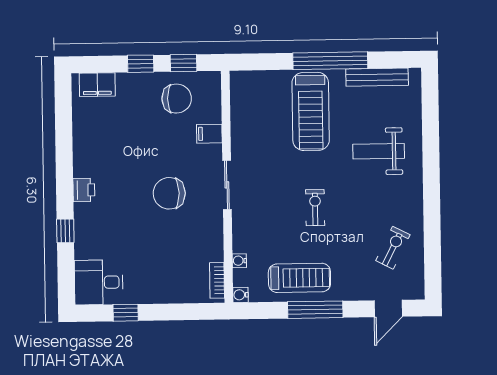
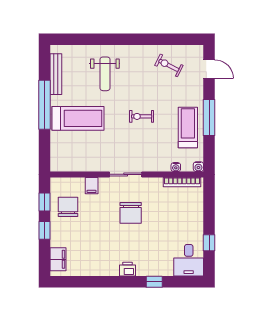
bookcase: (217, 280) -> (182, 182), width x1.56

